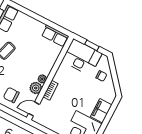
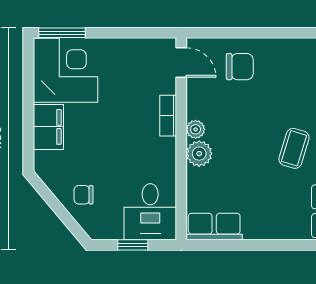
desk: (82, 57) -> (150, 212), width x0.73
plant: (36, 88) -> (199, 154), moved
door: (34, 109) -> (181, 63), hinge flipped

